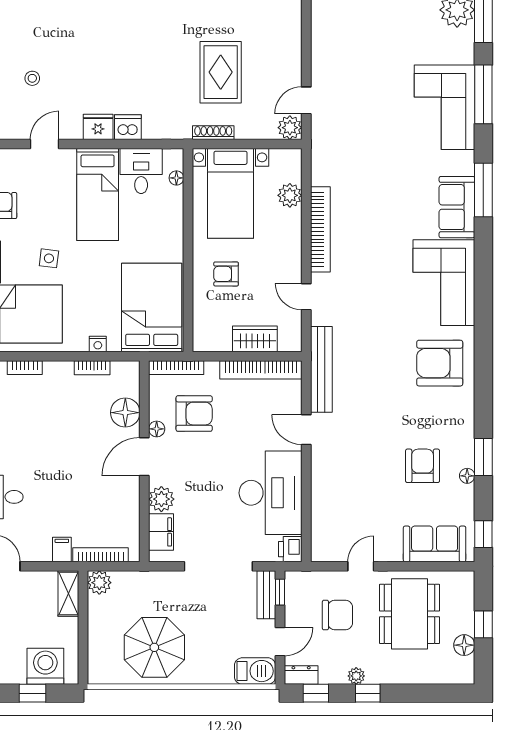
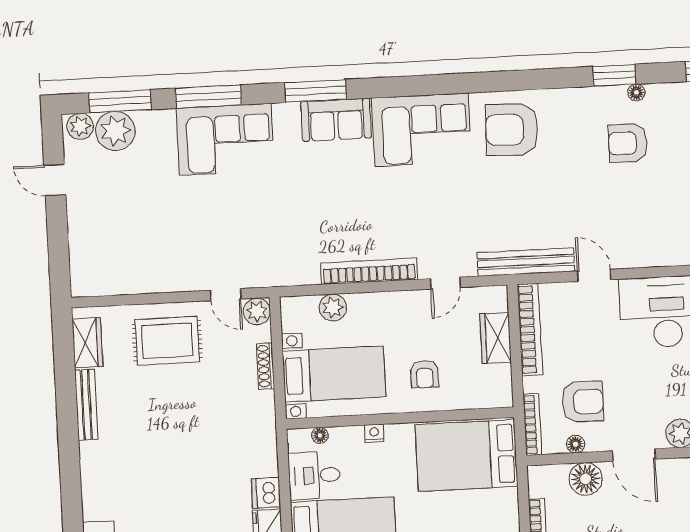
rug: (221, 72) -> (167, 341), moved
shoe rack: (213, 133) -> (265, 366), moved
nightstand: (98, 344) -> (374, 433), moved, turned -90
armchair: (440, 363) -> (512, 130), turned 92
armchair: (194, 414) -> (583, 402), turned 90
floor lamp: (157, 429) -> (576, 444), moved
door: (306, 430) -> (594, 275), swing flipped

